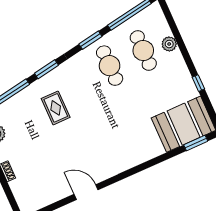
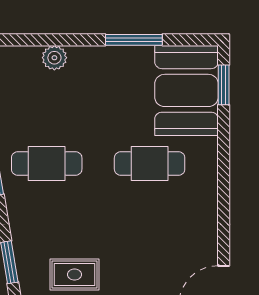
cafe table: (143, 51) -> (150, 163), moved
window: (198, 83) -> (134, 40), width x2.17

